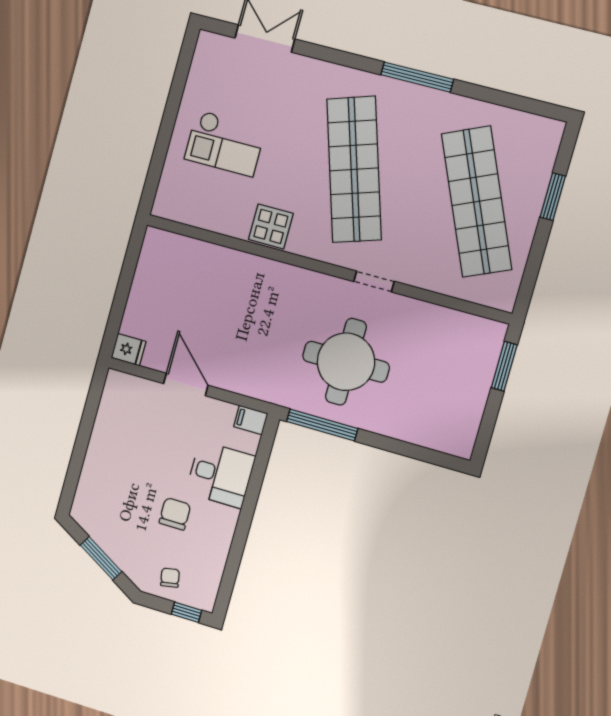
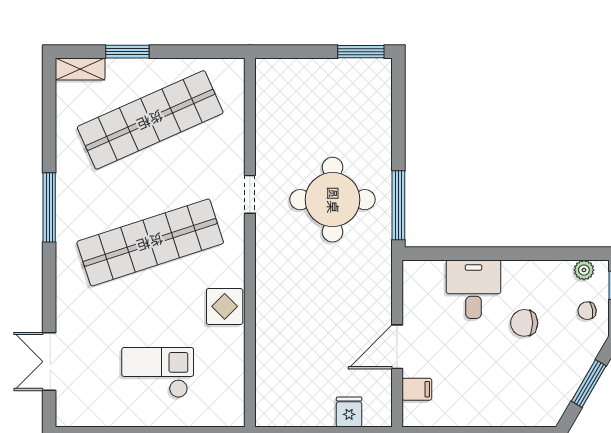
checkout: (225, 143) -> (158, 372), turned -90
shelving: (549, 144) -> (80, 69), added
fridge: (129, 350) -> (349, 412), moved
window: (504, 366) -> (361, 52), moved
filing cabinet: (251, 420) -> (417, 389), moved, turned -90
plant: (210, 587) -> (584, 270), added

